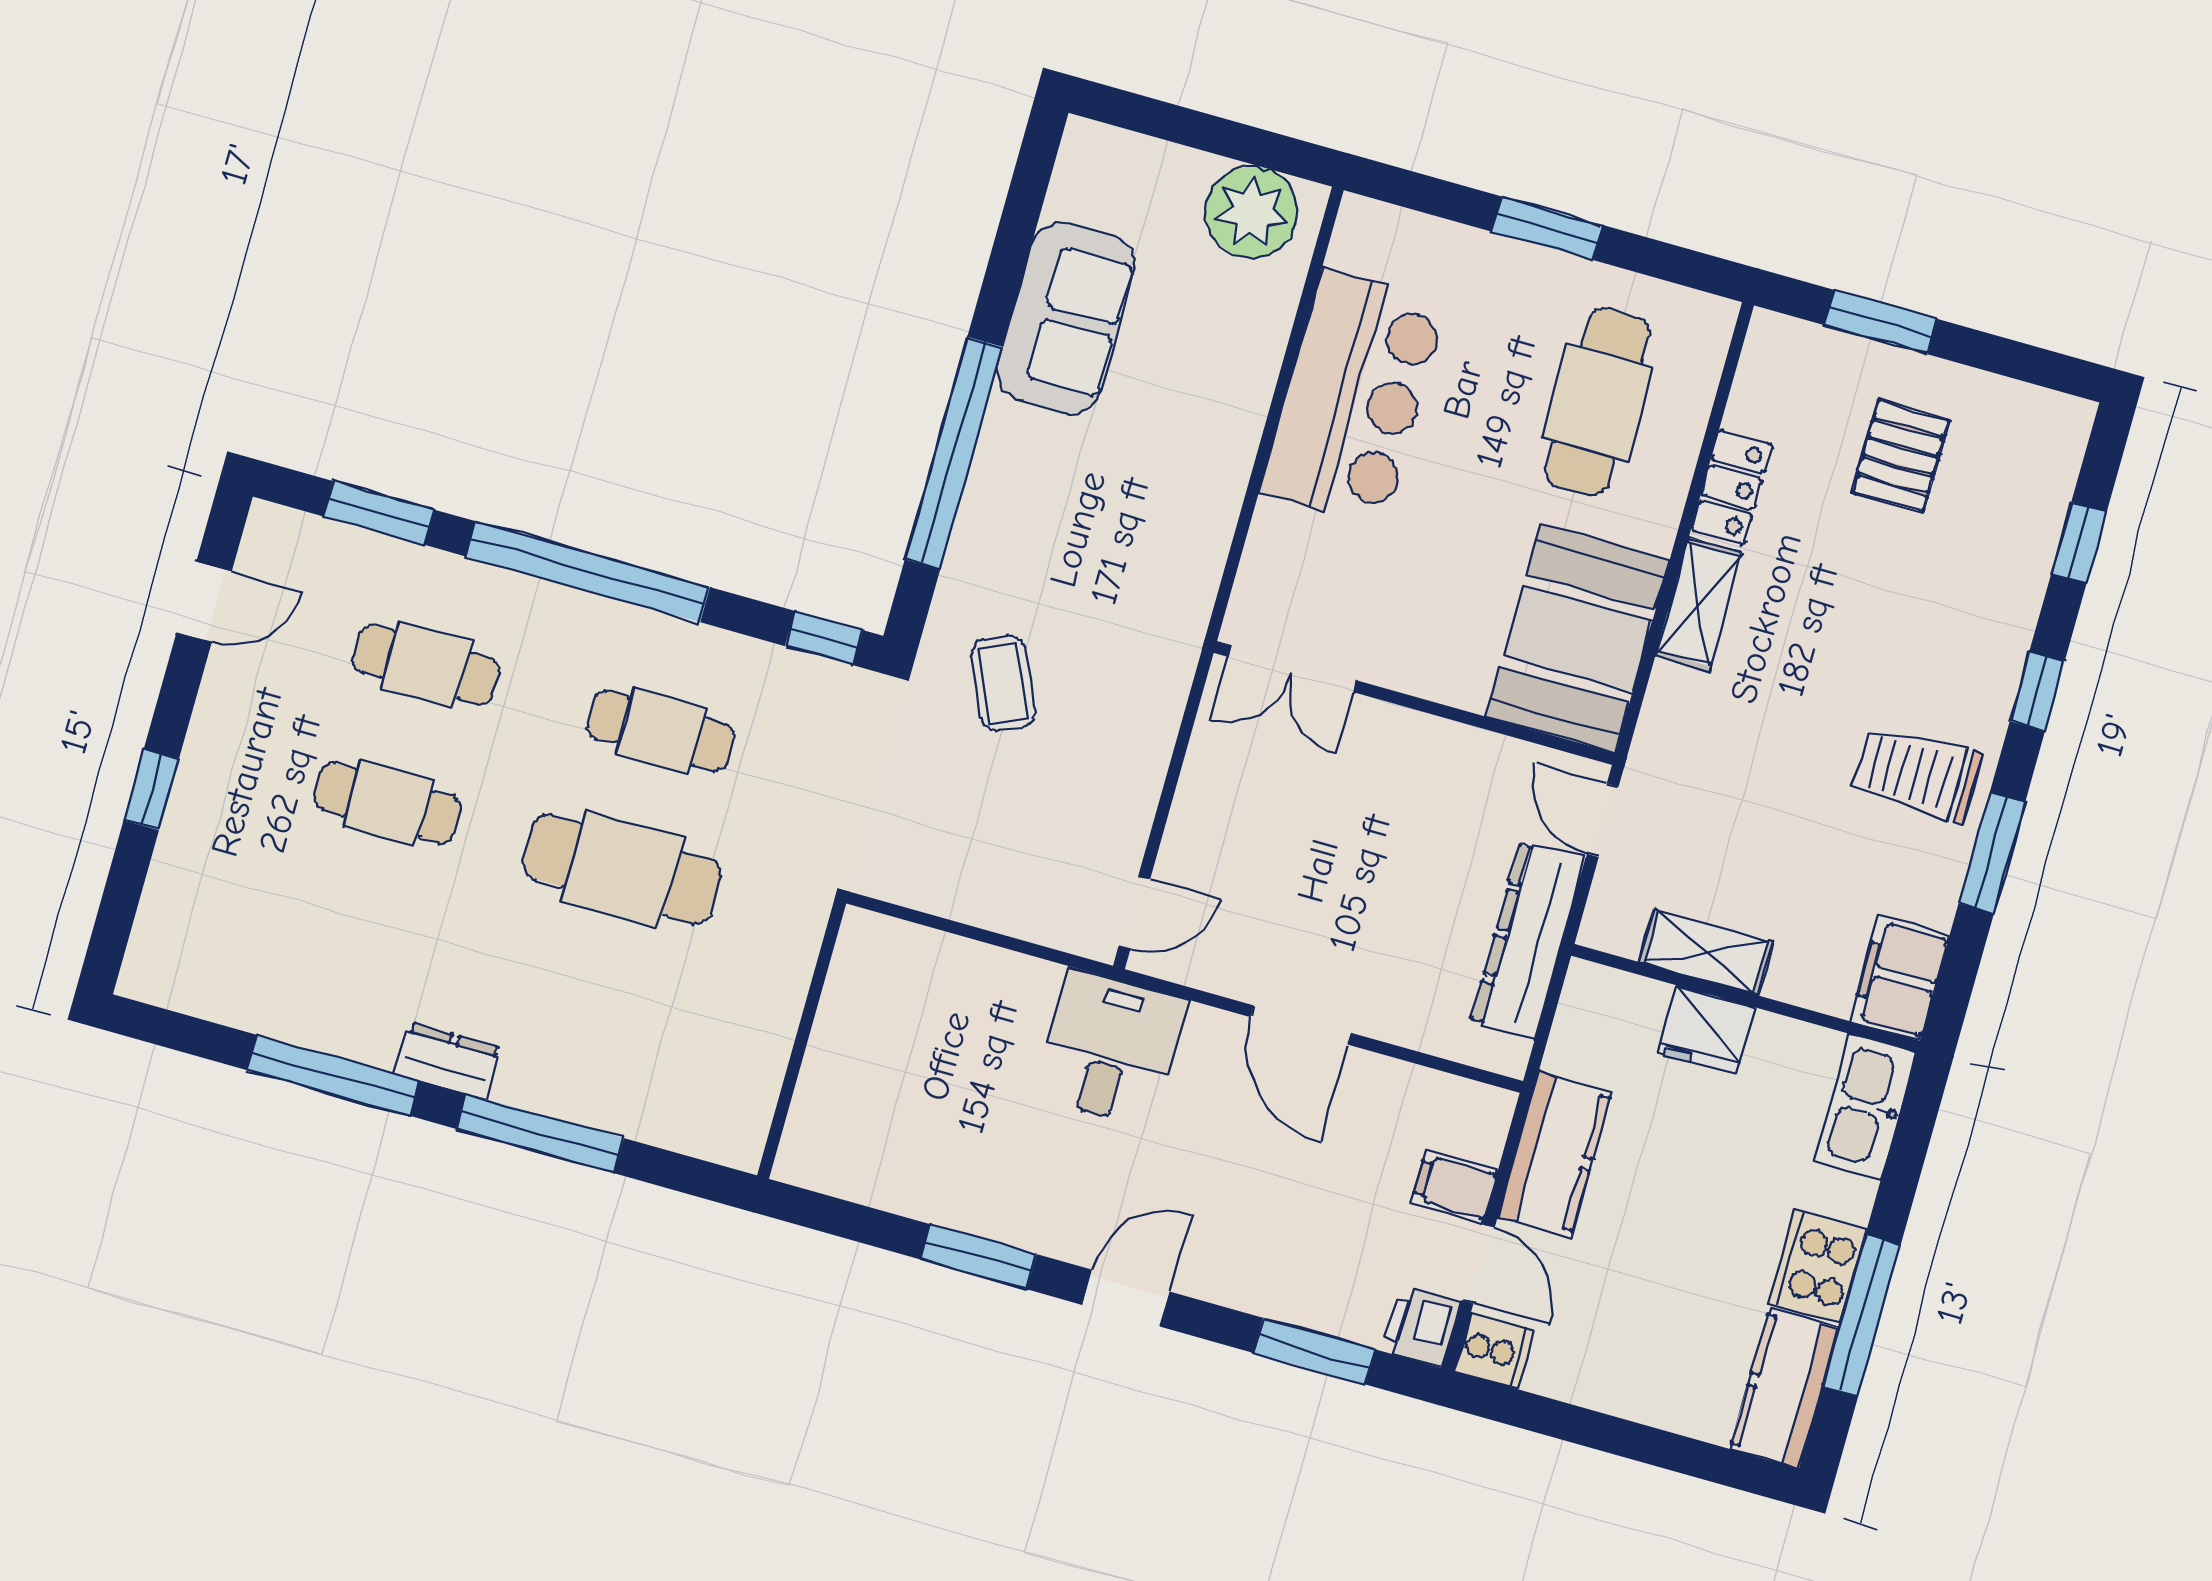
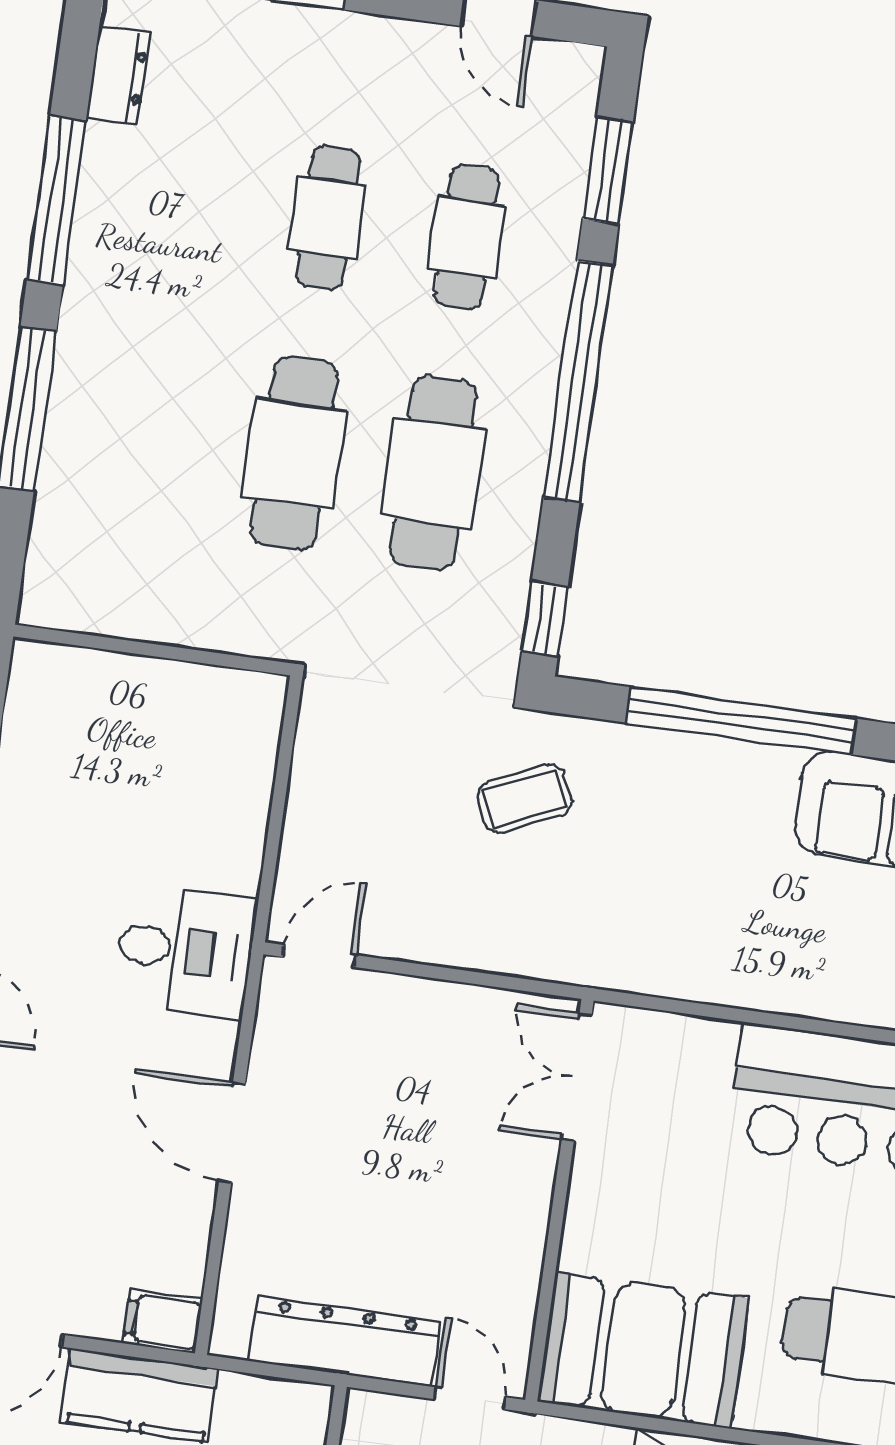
cafe table: (661, 731) -> (433, 473), width x1.37, depth x1.35
door: (1603, 820) -> (470, 1398), hinge flipped
door: (1134, 913) -> (319, 956), swing flipped
door: (1301, 1025) -> (232, 1132), hinge flipped
dresser: (448, 1061) -> (119, 75), moved
filing cabinet: (1455, 1187) -> (163, 1321), moved, turned -90

